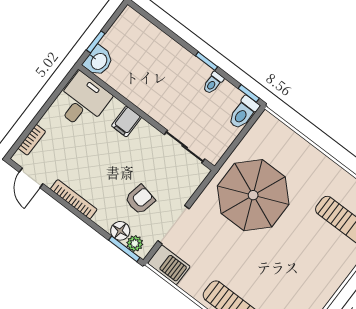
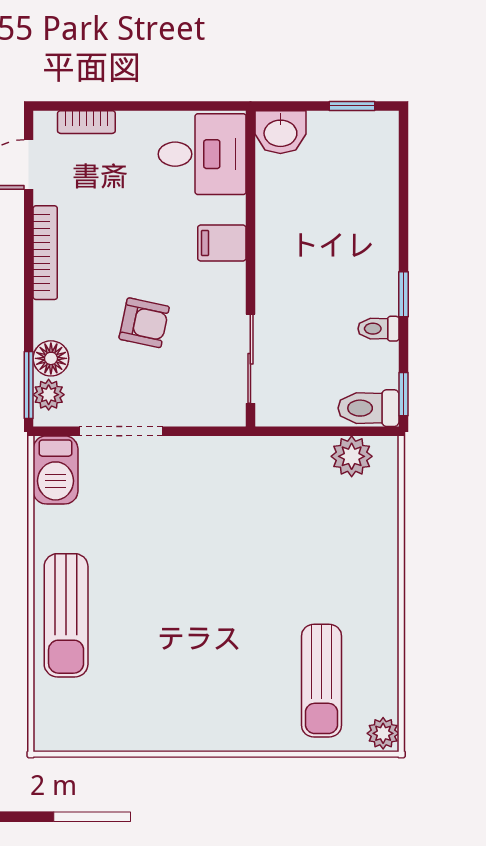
window: (96, 42) -> (352, 106), moved
plant: (258, 135) -> (352, 456), added
parasol: (253, 195) -> (256, 517), removed
armchair: (140, 199) -> (144, 323), moved

